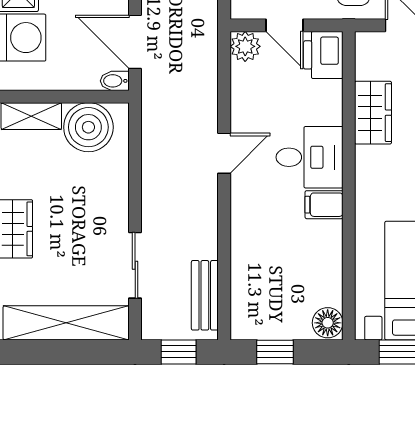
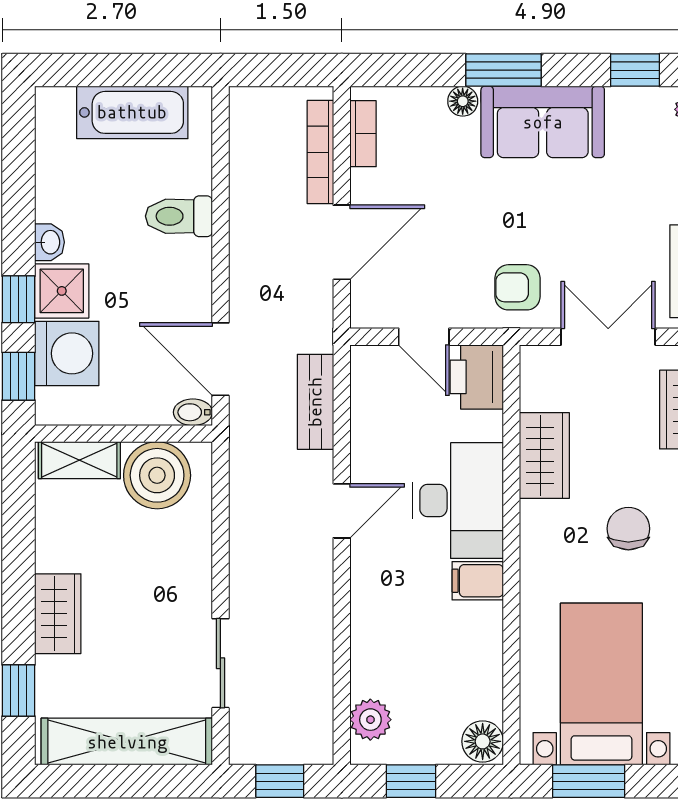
plant: (245, 46) -> (370, 720), moved
desk: (309, 157) -> (458, 501), width x1.37
bench: (205, 295) -> (315, 402), moved

